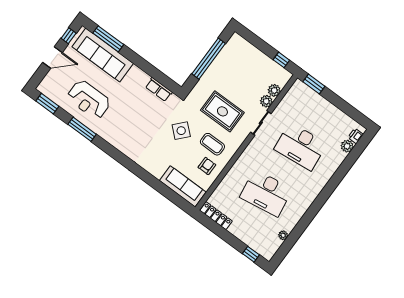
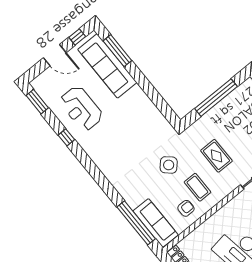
row of seats: (159, 89) -> (156, 116), removed
rug: (222, 111) -> (216, 156), width x0.73, depth x0.70
window: (82, 129) -> (66, 137), width x0.46
window: (165, 191) -> (136, 223), added

